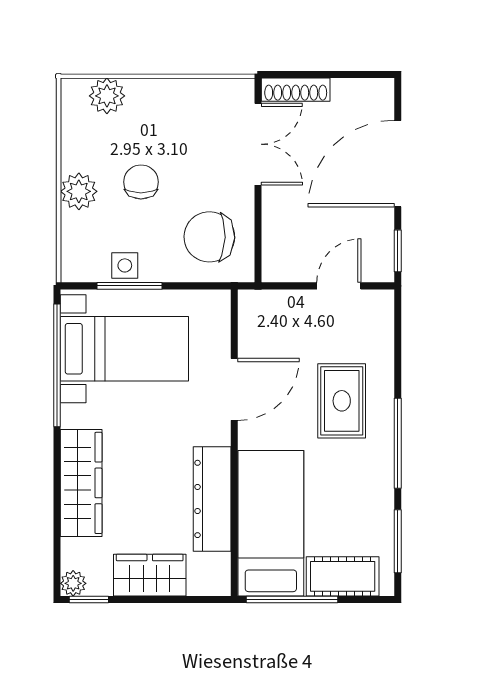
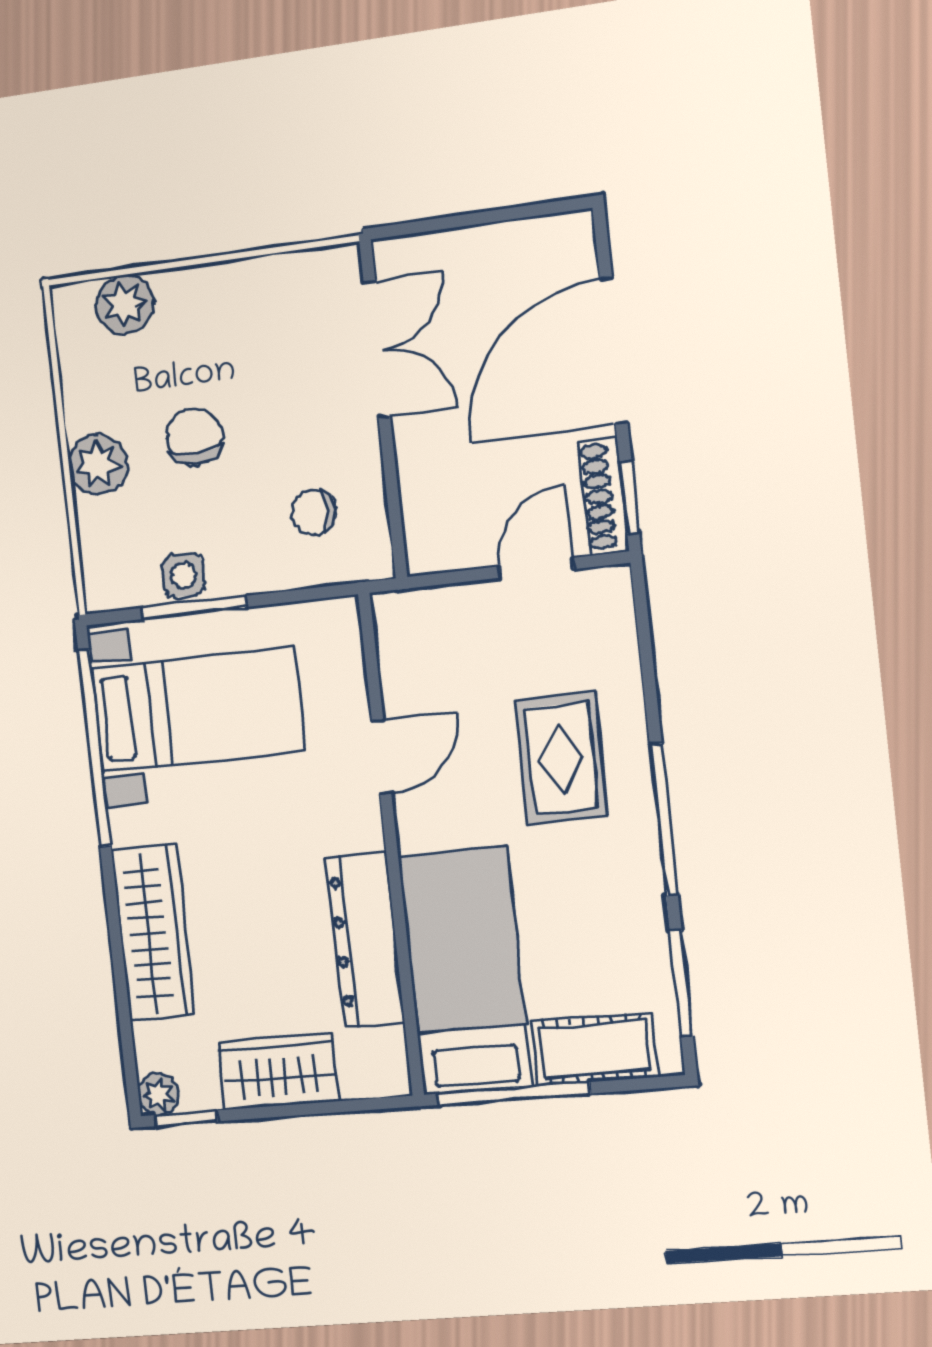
shoe rack: (296, 90) -> (603, 496), moved, turned 90
chair: (209, 237) -> (314, 512), width x0.54, depth x0.54
door: (234, 389) -> (382, 758), width x0.73

